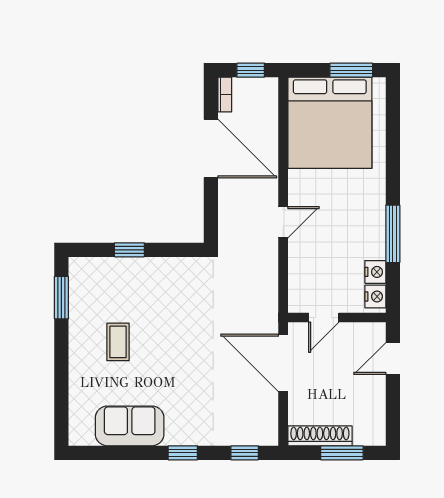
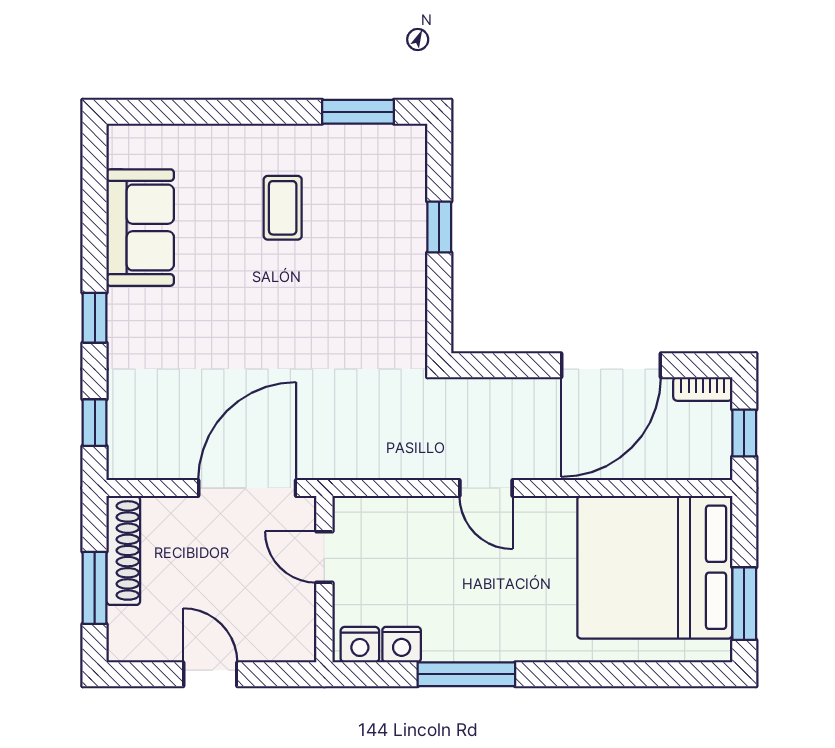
coffee table: (118, 342) -> (283, 208), turned 90
door: (393, 359) -> (210, 674), moved

